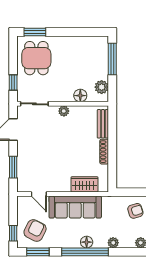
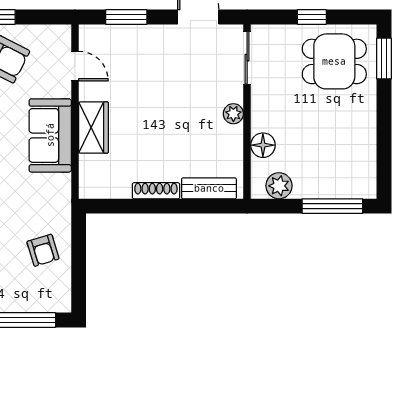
window: (13, 82) -> (312, 17), moved
wardrobe: (85, 184) -> (93, 128), moved
door: (39, 194) -> (75, 66), swing flipped
sofa: (75, 207) -> (50, 135), width x0.73

